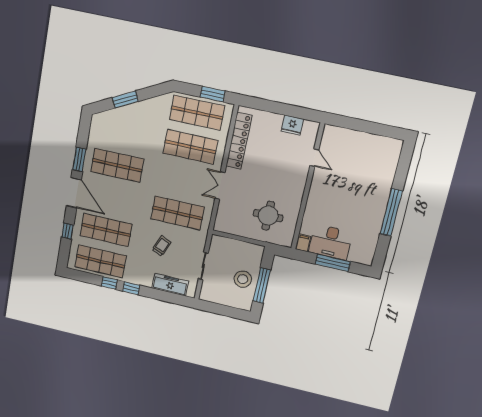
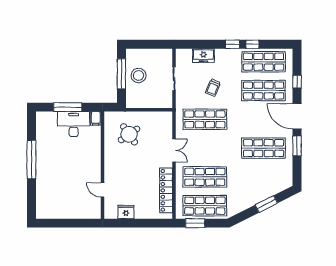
round table: (268, 216) -> (129, 134), turned -35
freezer: (170, 285) -> (203, 56), width x0.71

